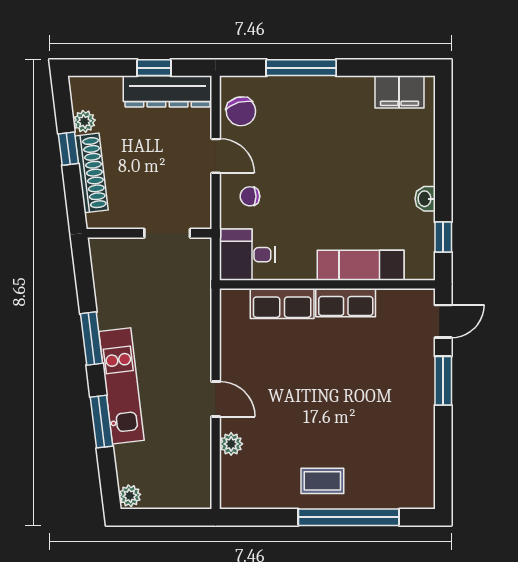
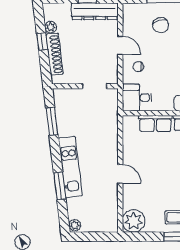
chair: (241, 111) -> (161, 25), moved
window: (91, 339) -> (52, 121), moved
plant: (231, 444) -> (134, 221), moved, width x1.87, depth x1.87

